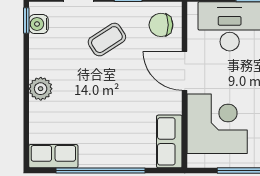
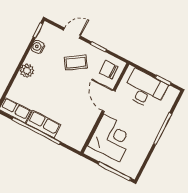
water cooler: (39, 24) -> (38, 47), moved
row of seats: (169, 141) -> (43, 124), moved, turned 90

